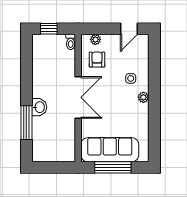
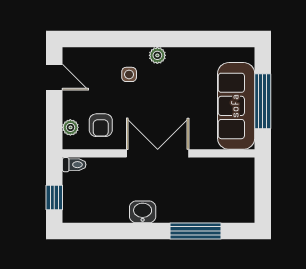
armchair: (97, 60) -> (101, 125), turned -90
washbasin: (39, 107) -> (143, 212), moved

